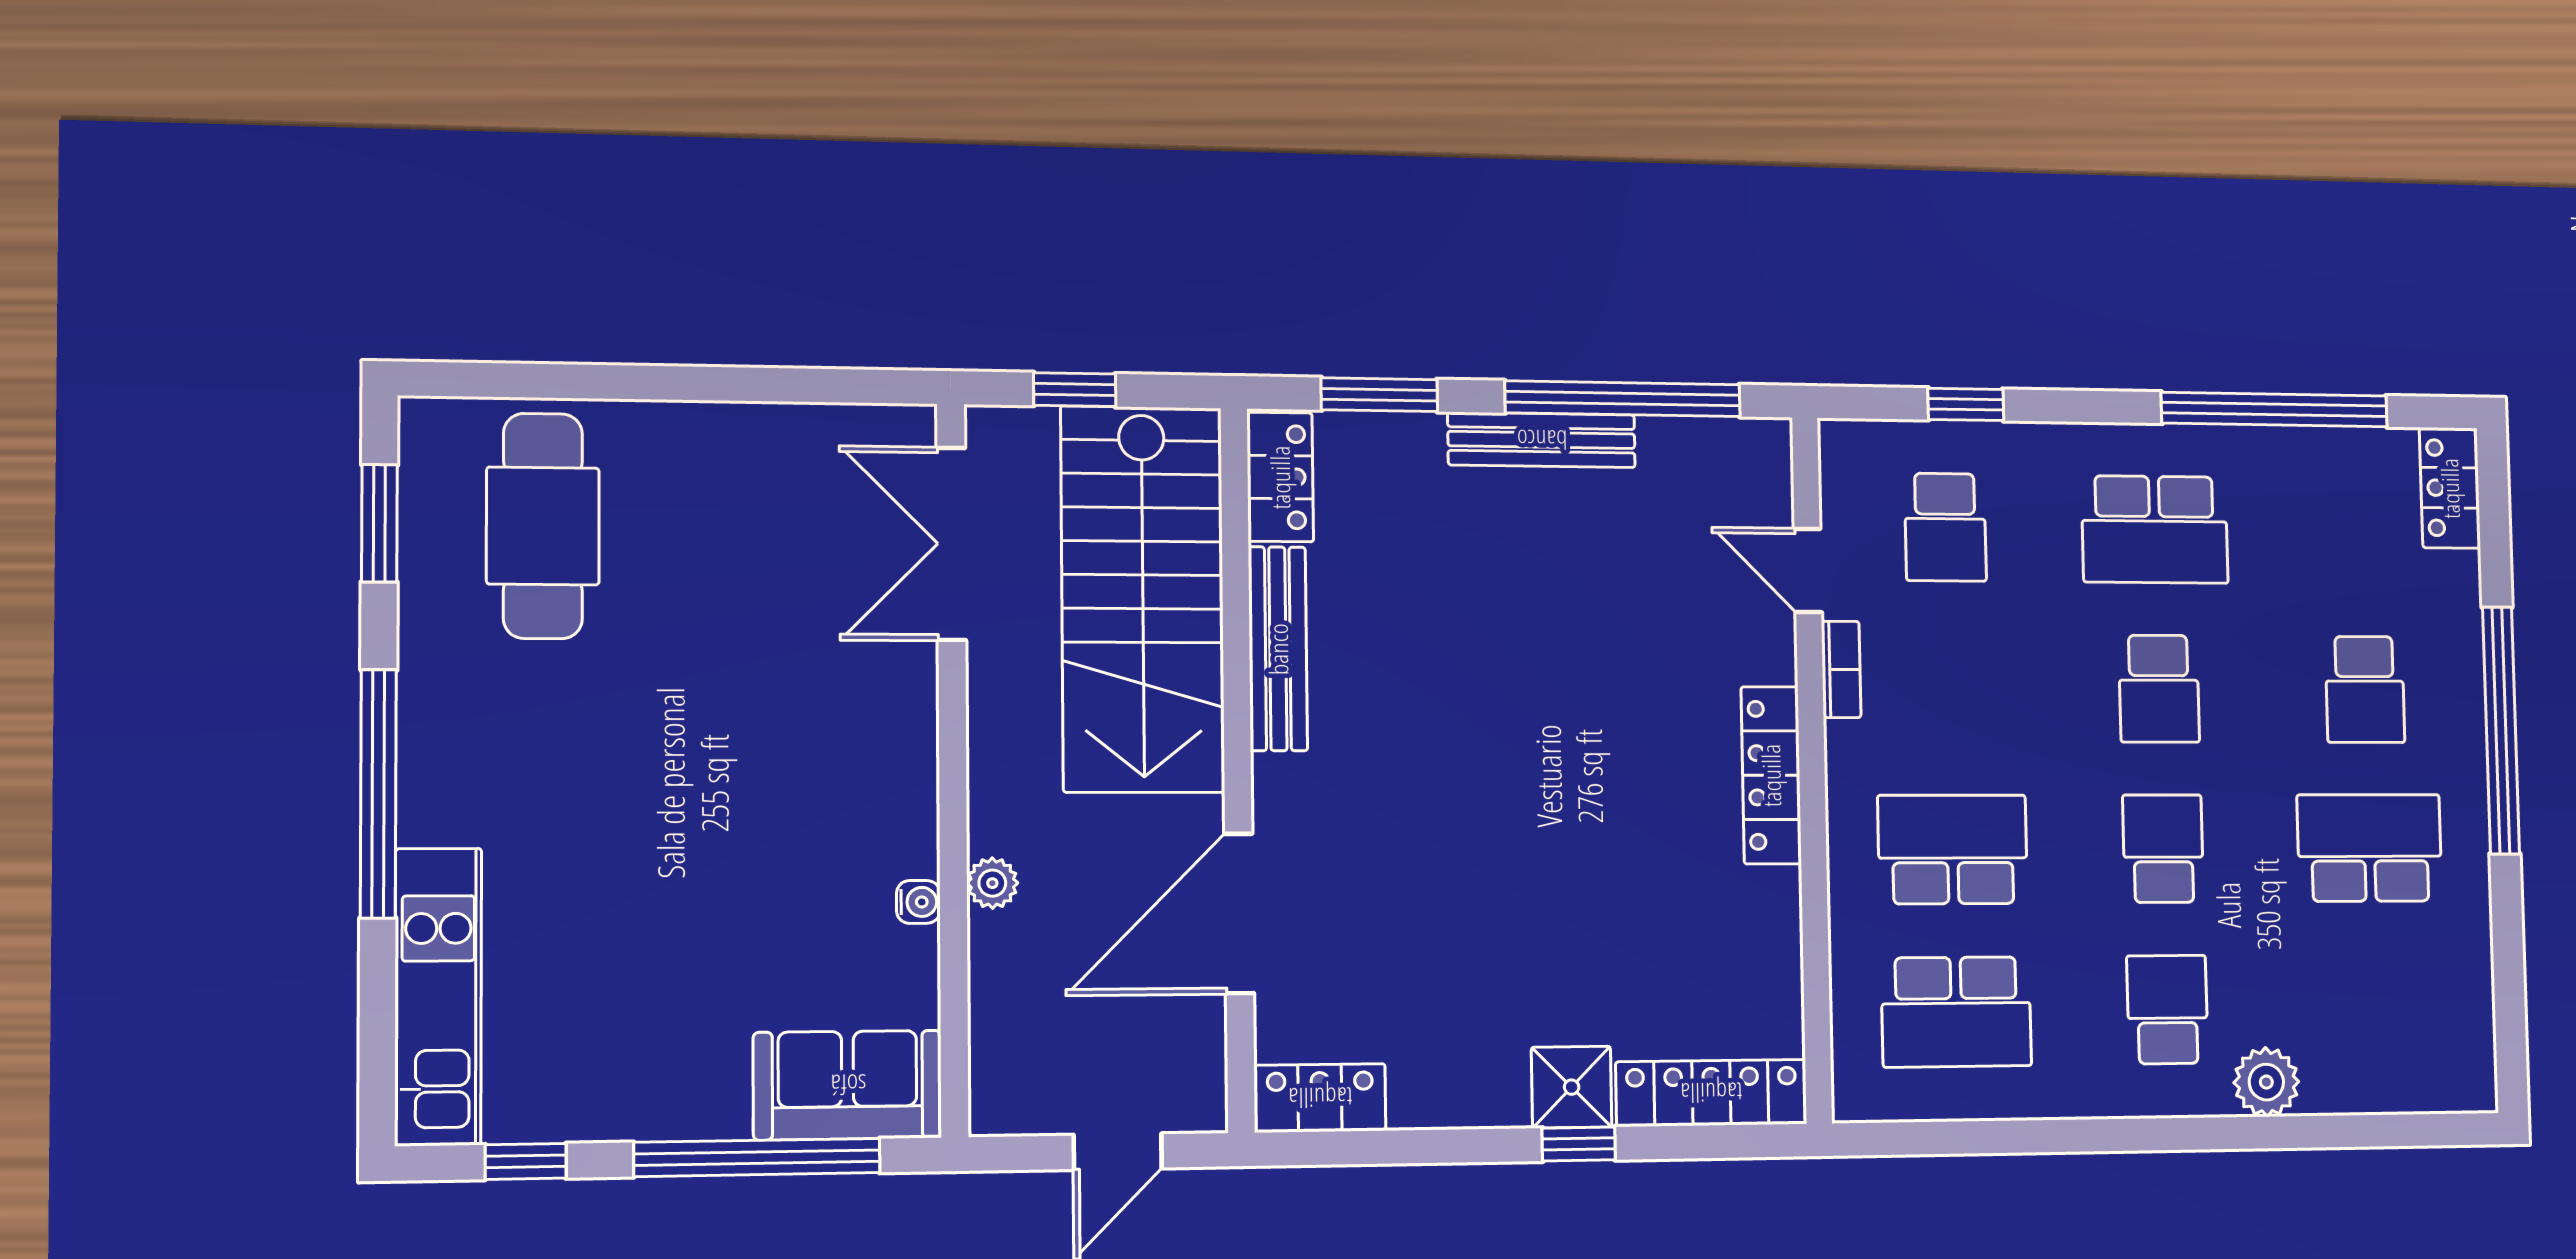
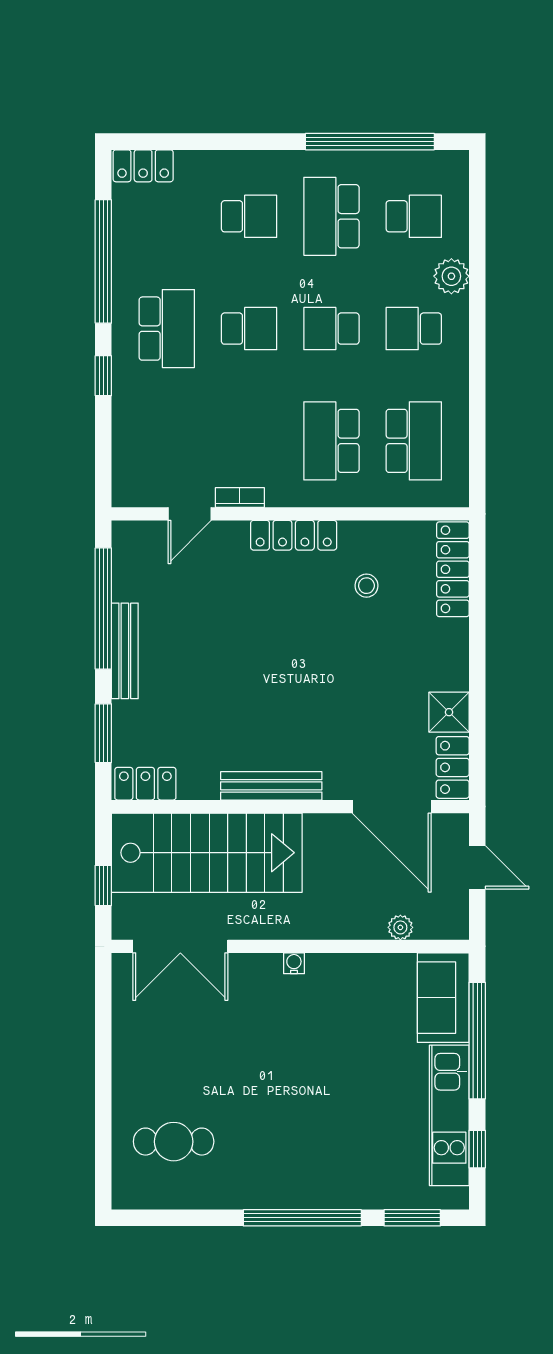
window: (1966, 404) -> (103, 376), moved
window: (379, 523) -> (412, 1218), moved
cafe table: (543, 526) -> (174, 1142), width x0.73, depth x0.74
school desk: (1945, 527) -> (414, 216), moved
bench: (1278, 649) -> (271, 786), moved
window: (2501, 730) -> (370, 142), moved
plant: (992, 883) -> (400, 927), moved
water cooler: (918, 902) -> (294, 963), moved
door: (1239, 913) -> (392, 807), moved
stool: (1677, 920) -> (366, 586), added
kitchen unit: (438, 997) -> (449, 1115), moved, turned -90
shower: (1572, 1087) -> (449, 712), moved
window: (1579, 1144) -> (477, 638), removed

